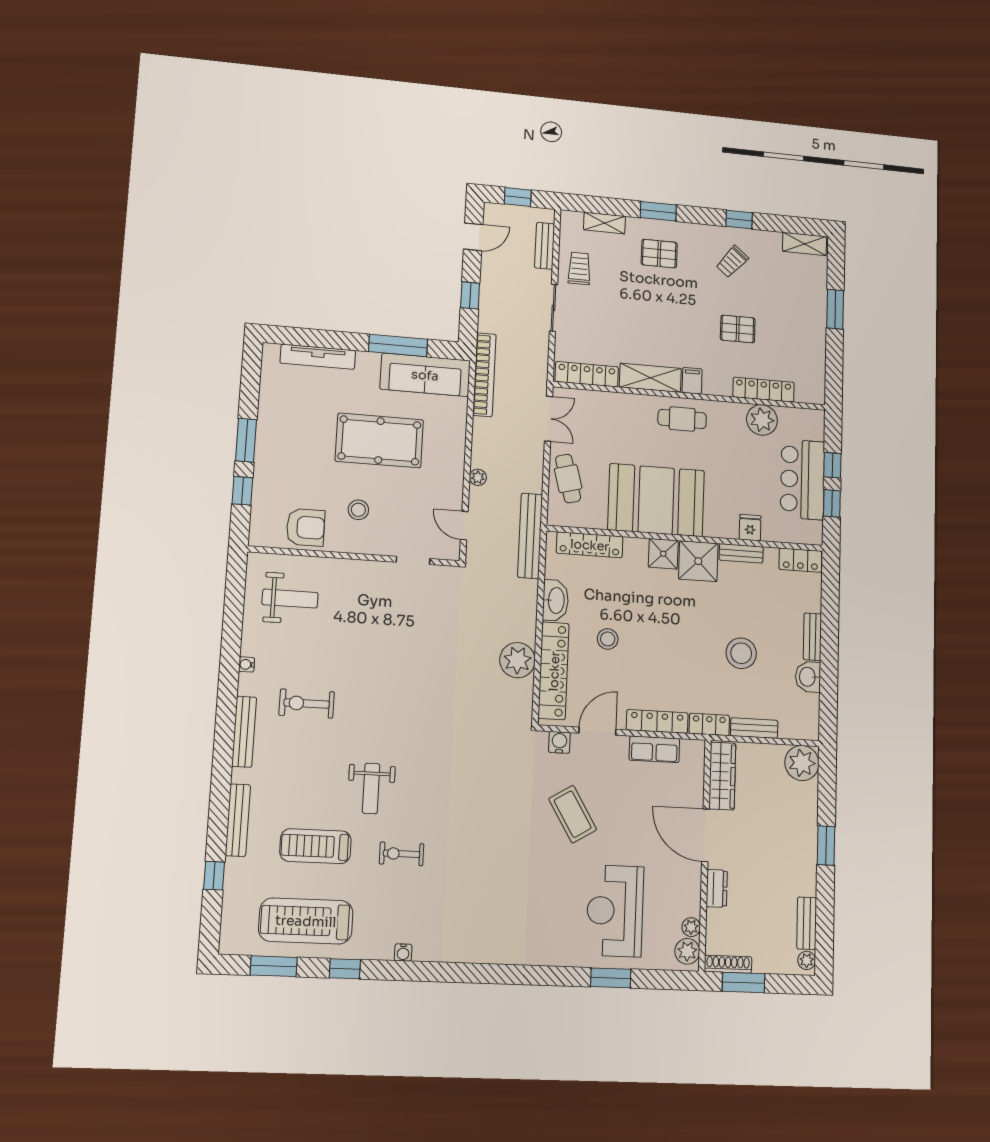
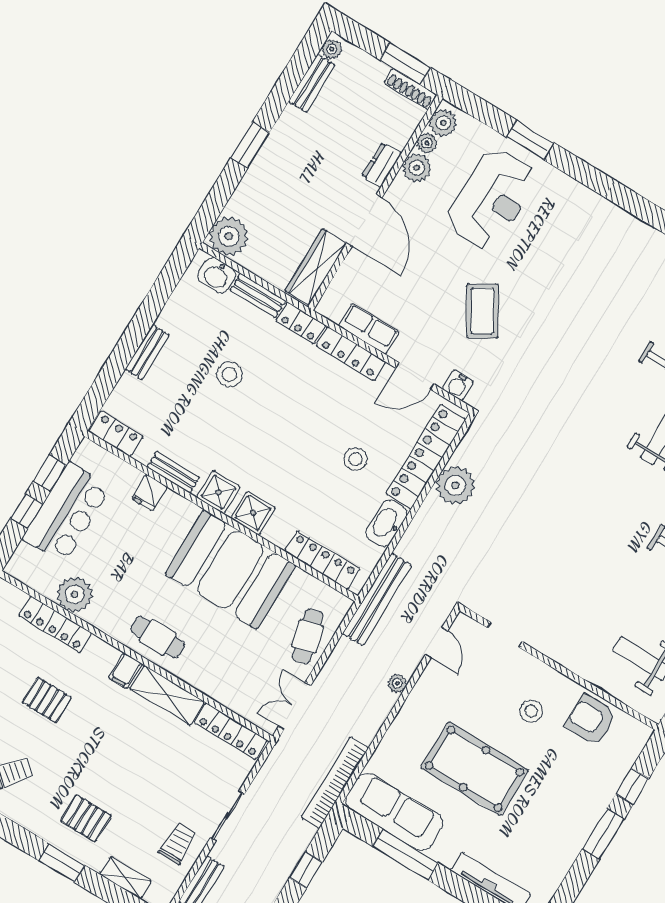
trolley: (579, 268) -> (178, 843), turned 180
shower: (698, 561) -> (219, 492), width x0.73, depth x0.73
stool: (741, 653) -> (229, 374), width x0.73, depth x0.73
washbasin: (808, 677) -> (217, 275), moved, turned 90
plant: (688, 902) -> (417, 168), added

